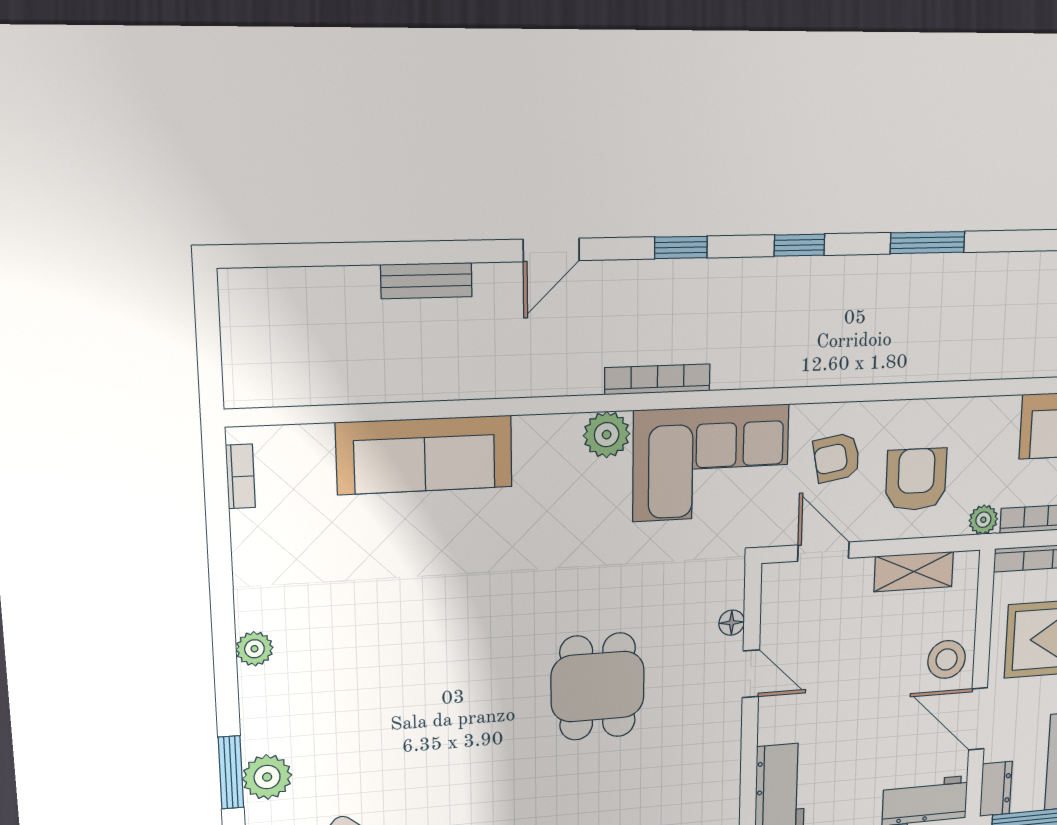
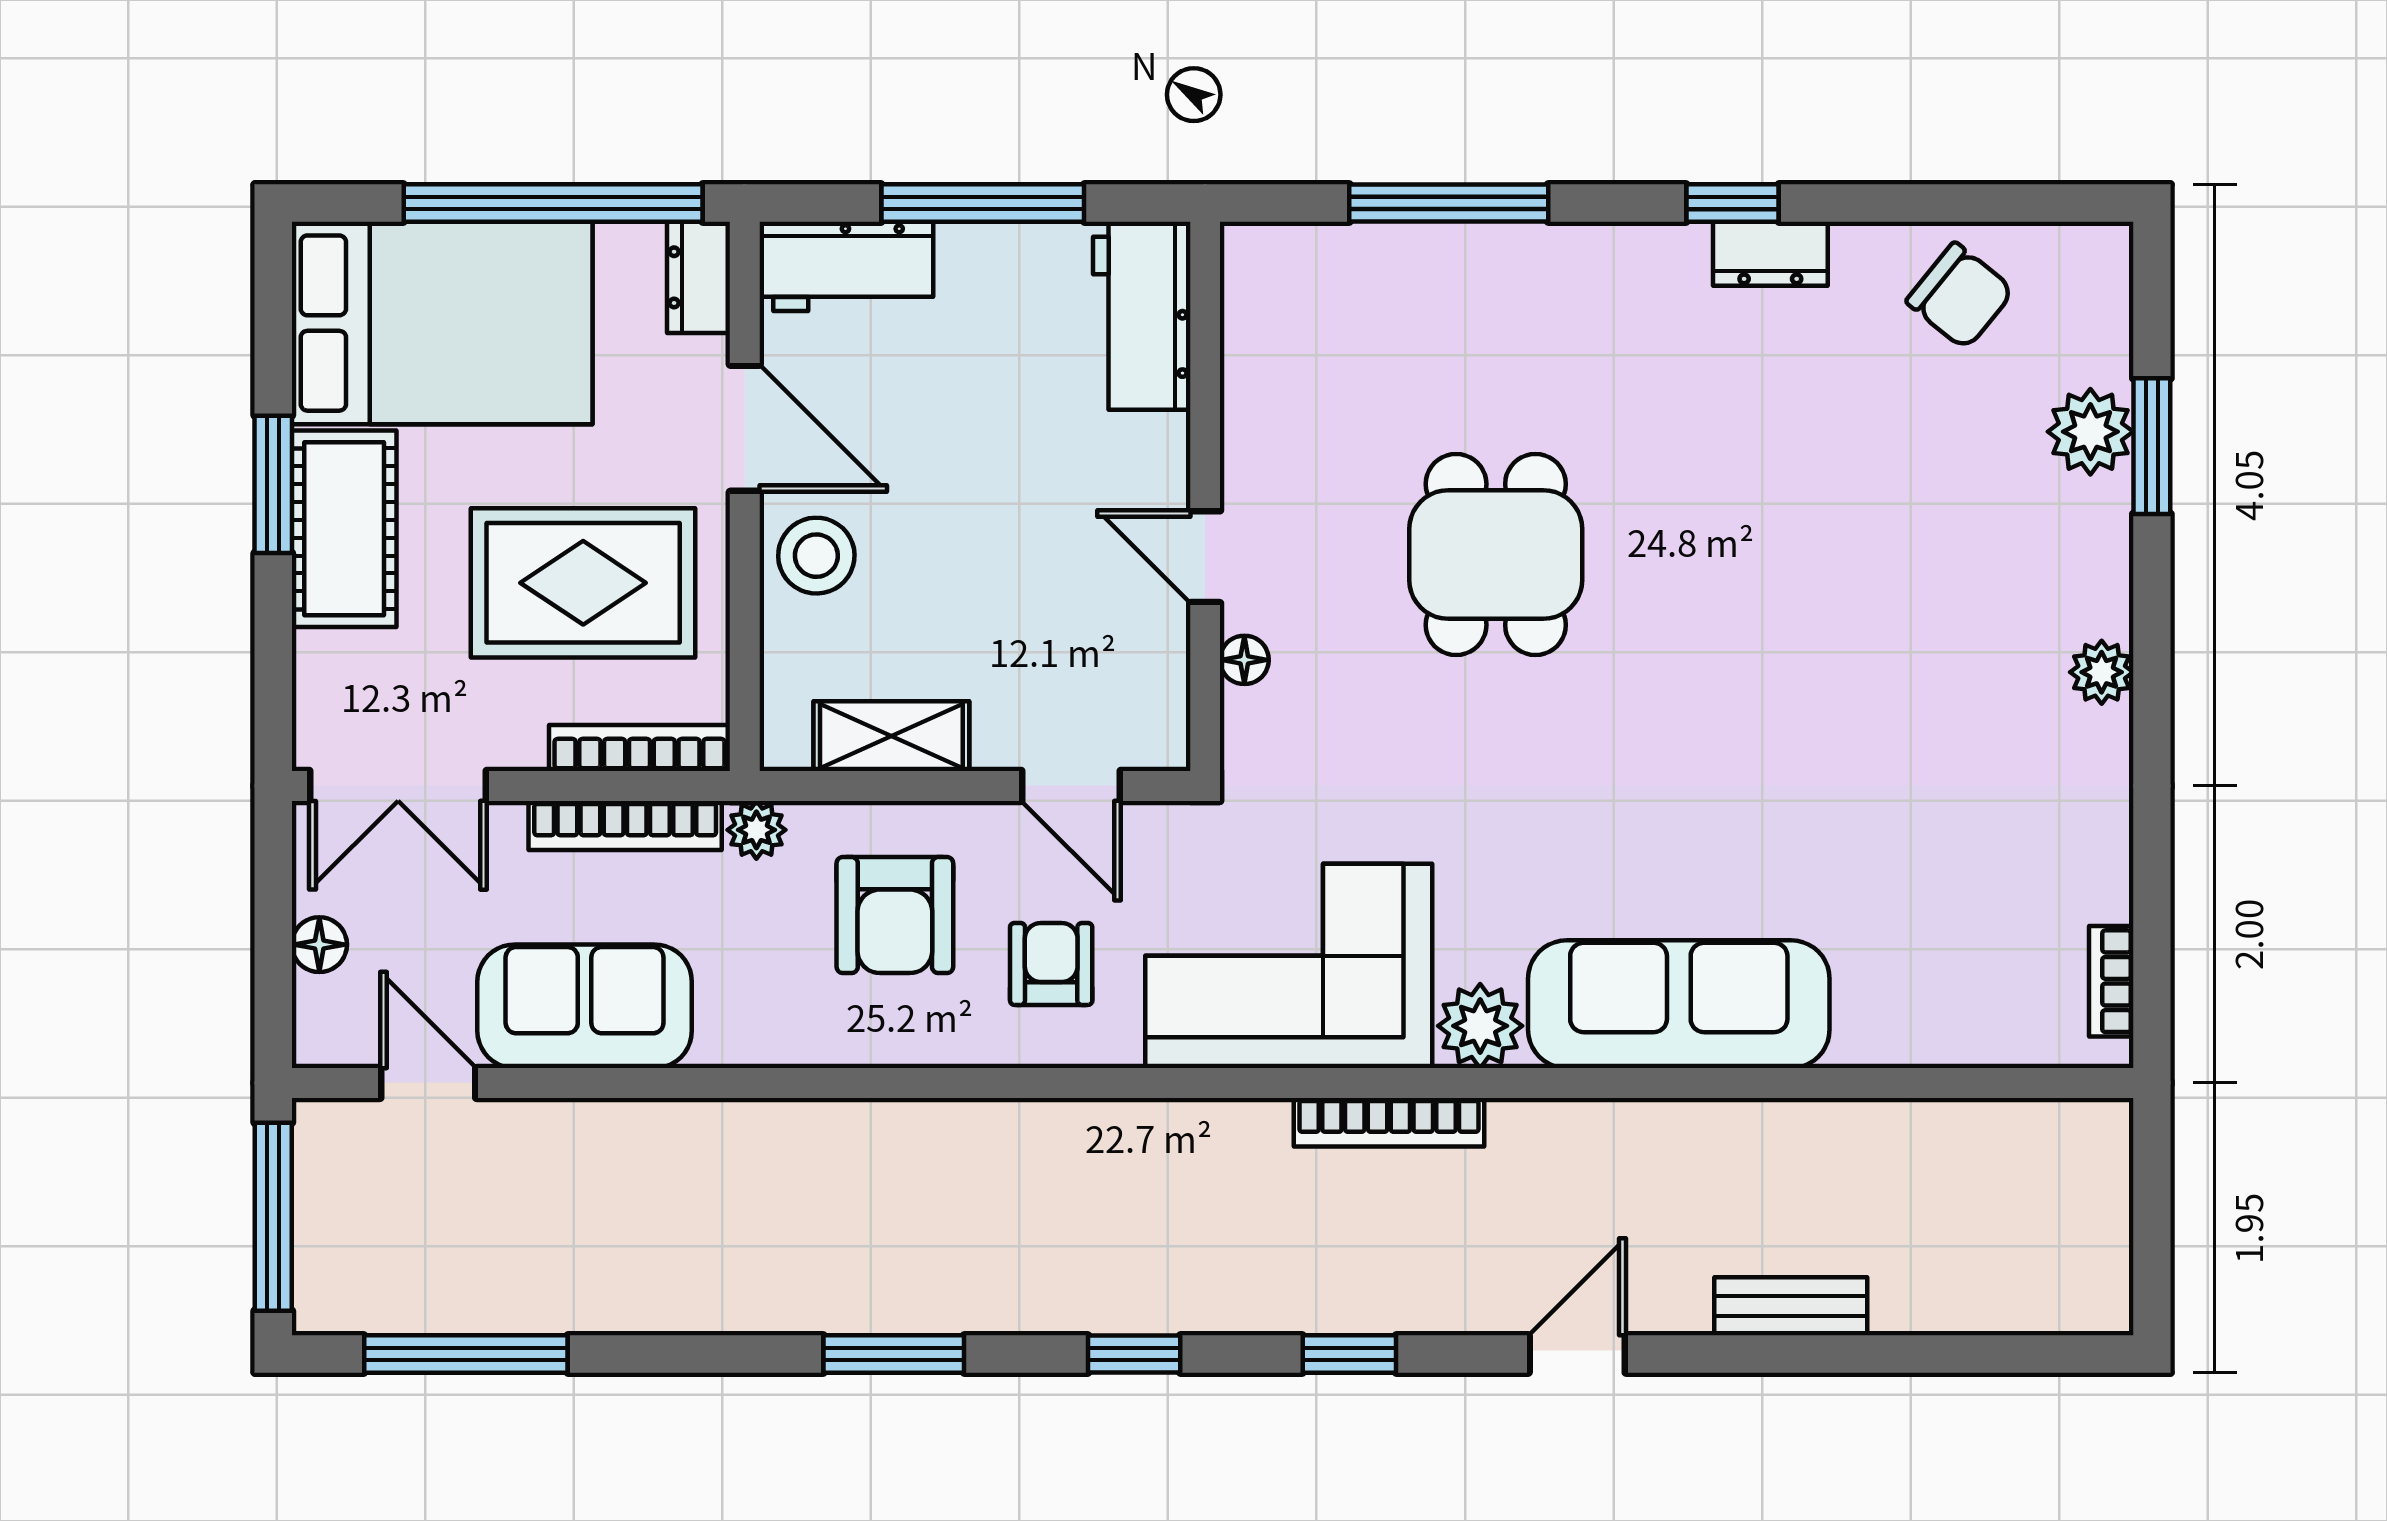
sofa: (425, 455) -> (1679, 1004), moved
armchair: (837, 458) -> (1051, 964), turned -80

